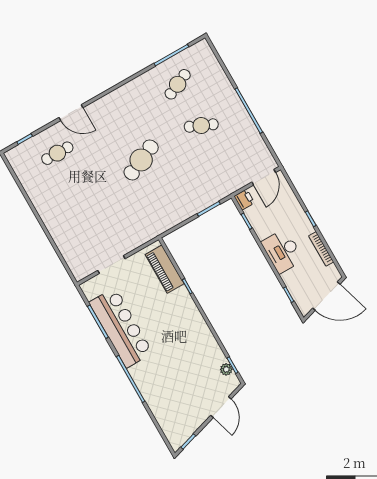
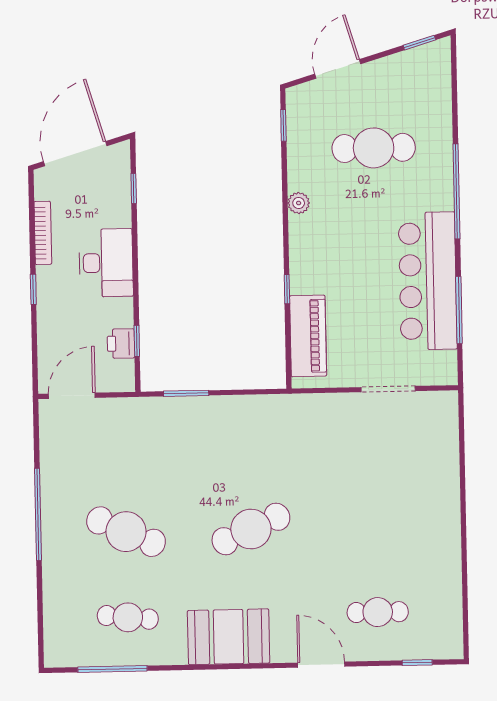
cafe table: (178, 84) -> (128, 617), turned 30
booth: (123, 102) -> (229, 637), added
cafe table: (201, 126) -> (126, 532), width x1.37, depth x1.35
printer: (244, 199) -> (121, 344), moved
door: (326, 296) -> (75, 154), hinge flipped
plant: (226, 369) -> (299, 203), moved
cafe table: (183, 378) -> (374, 148), added

